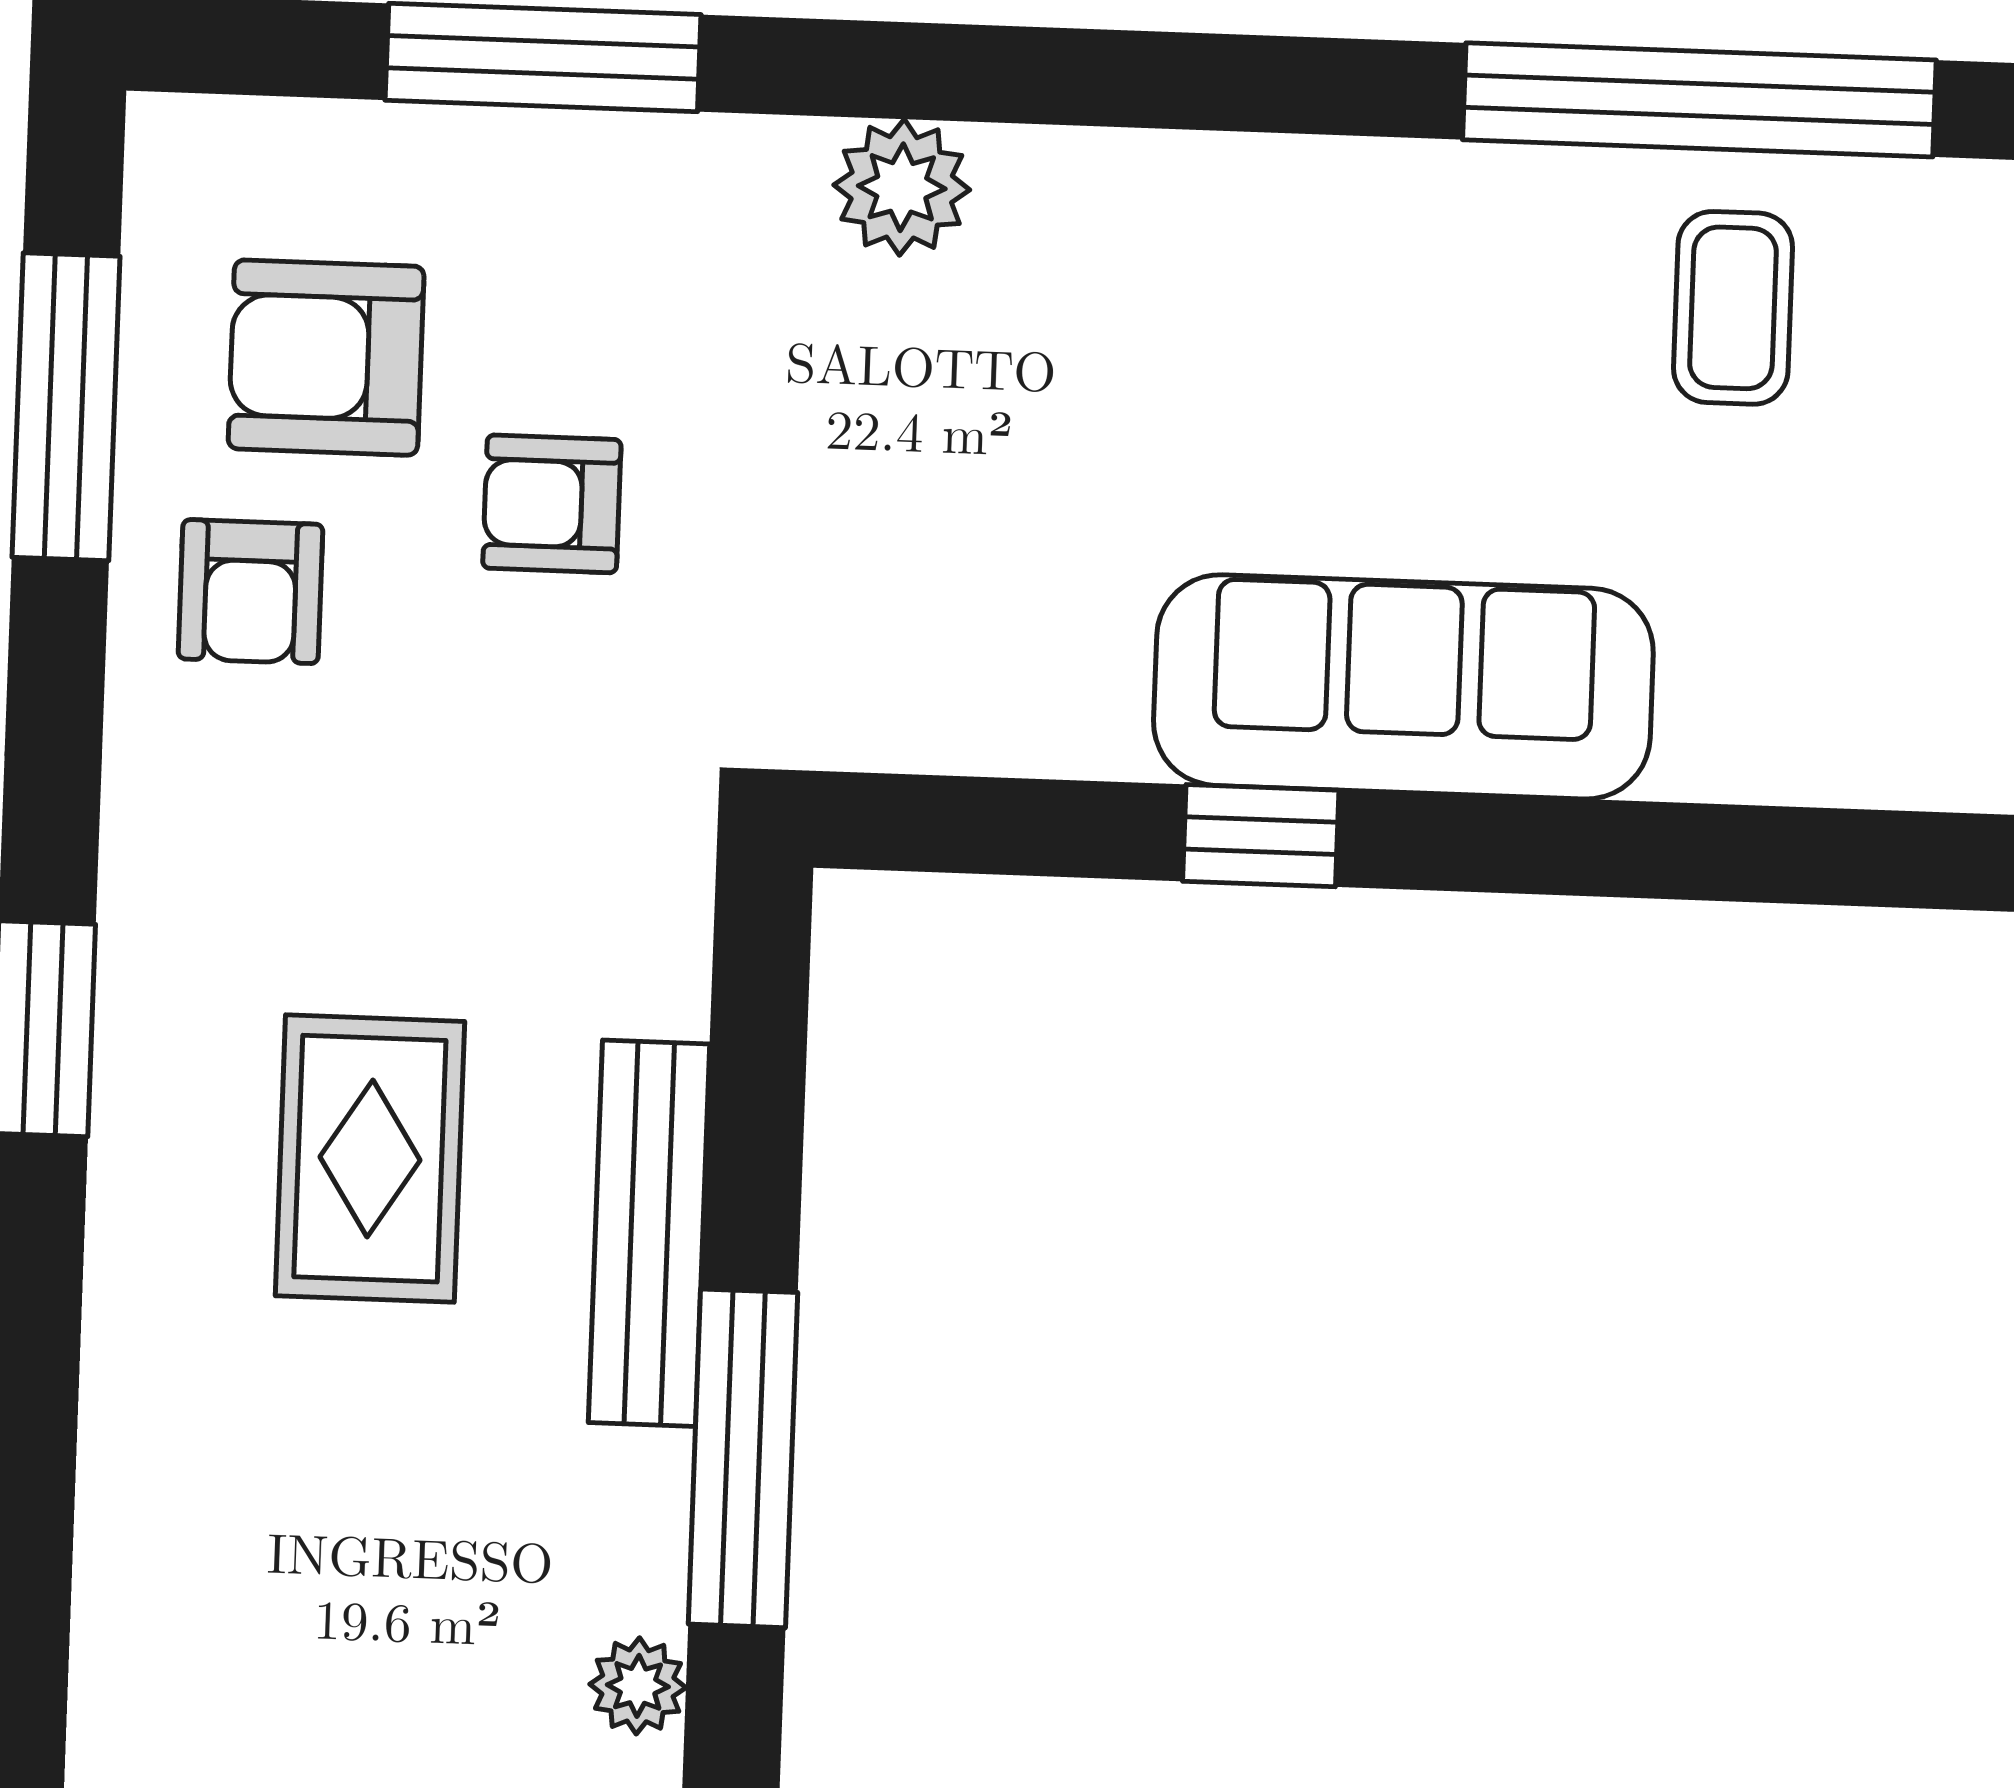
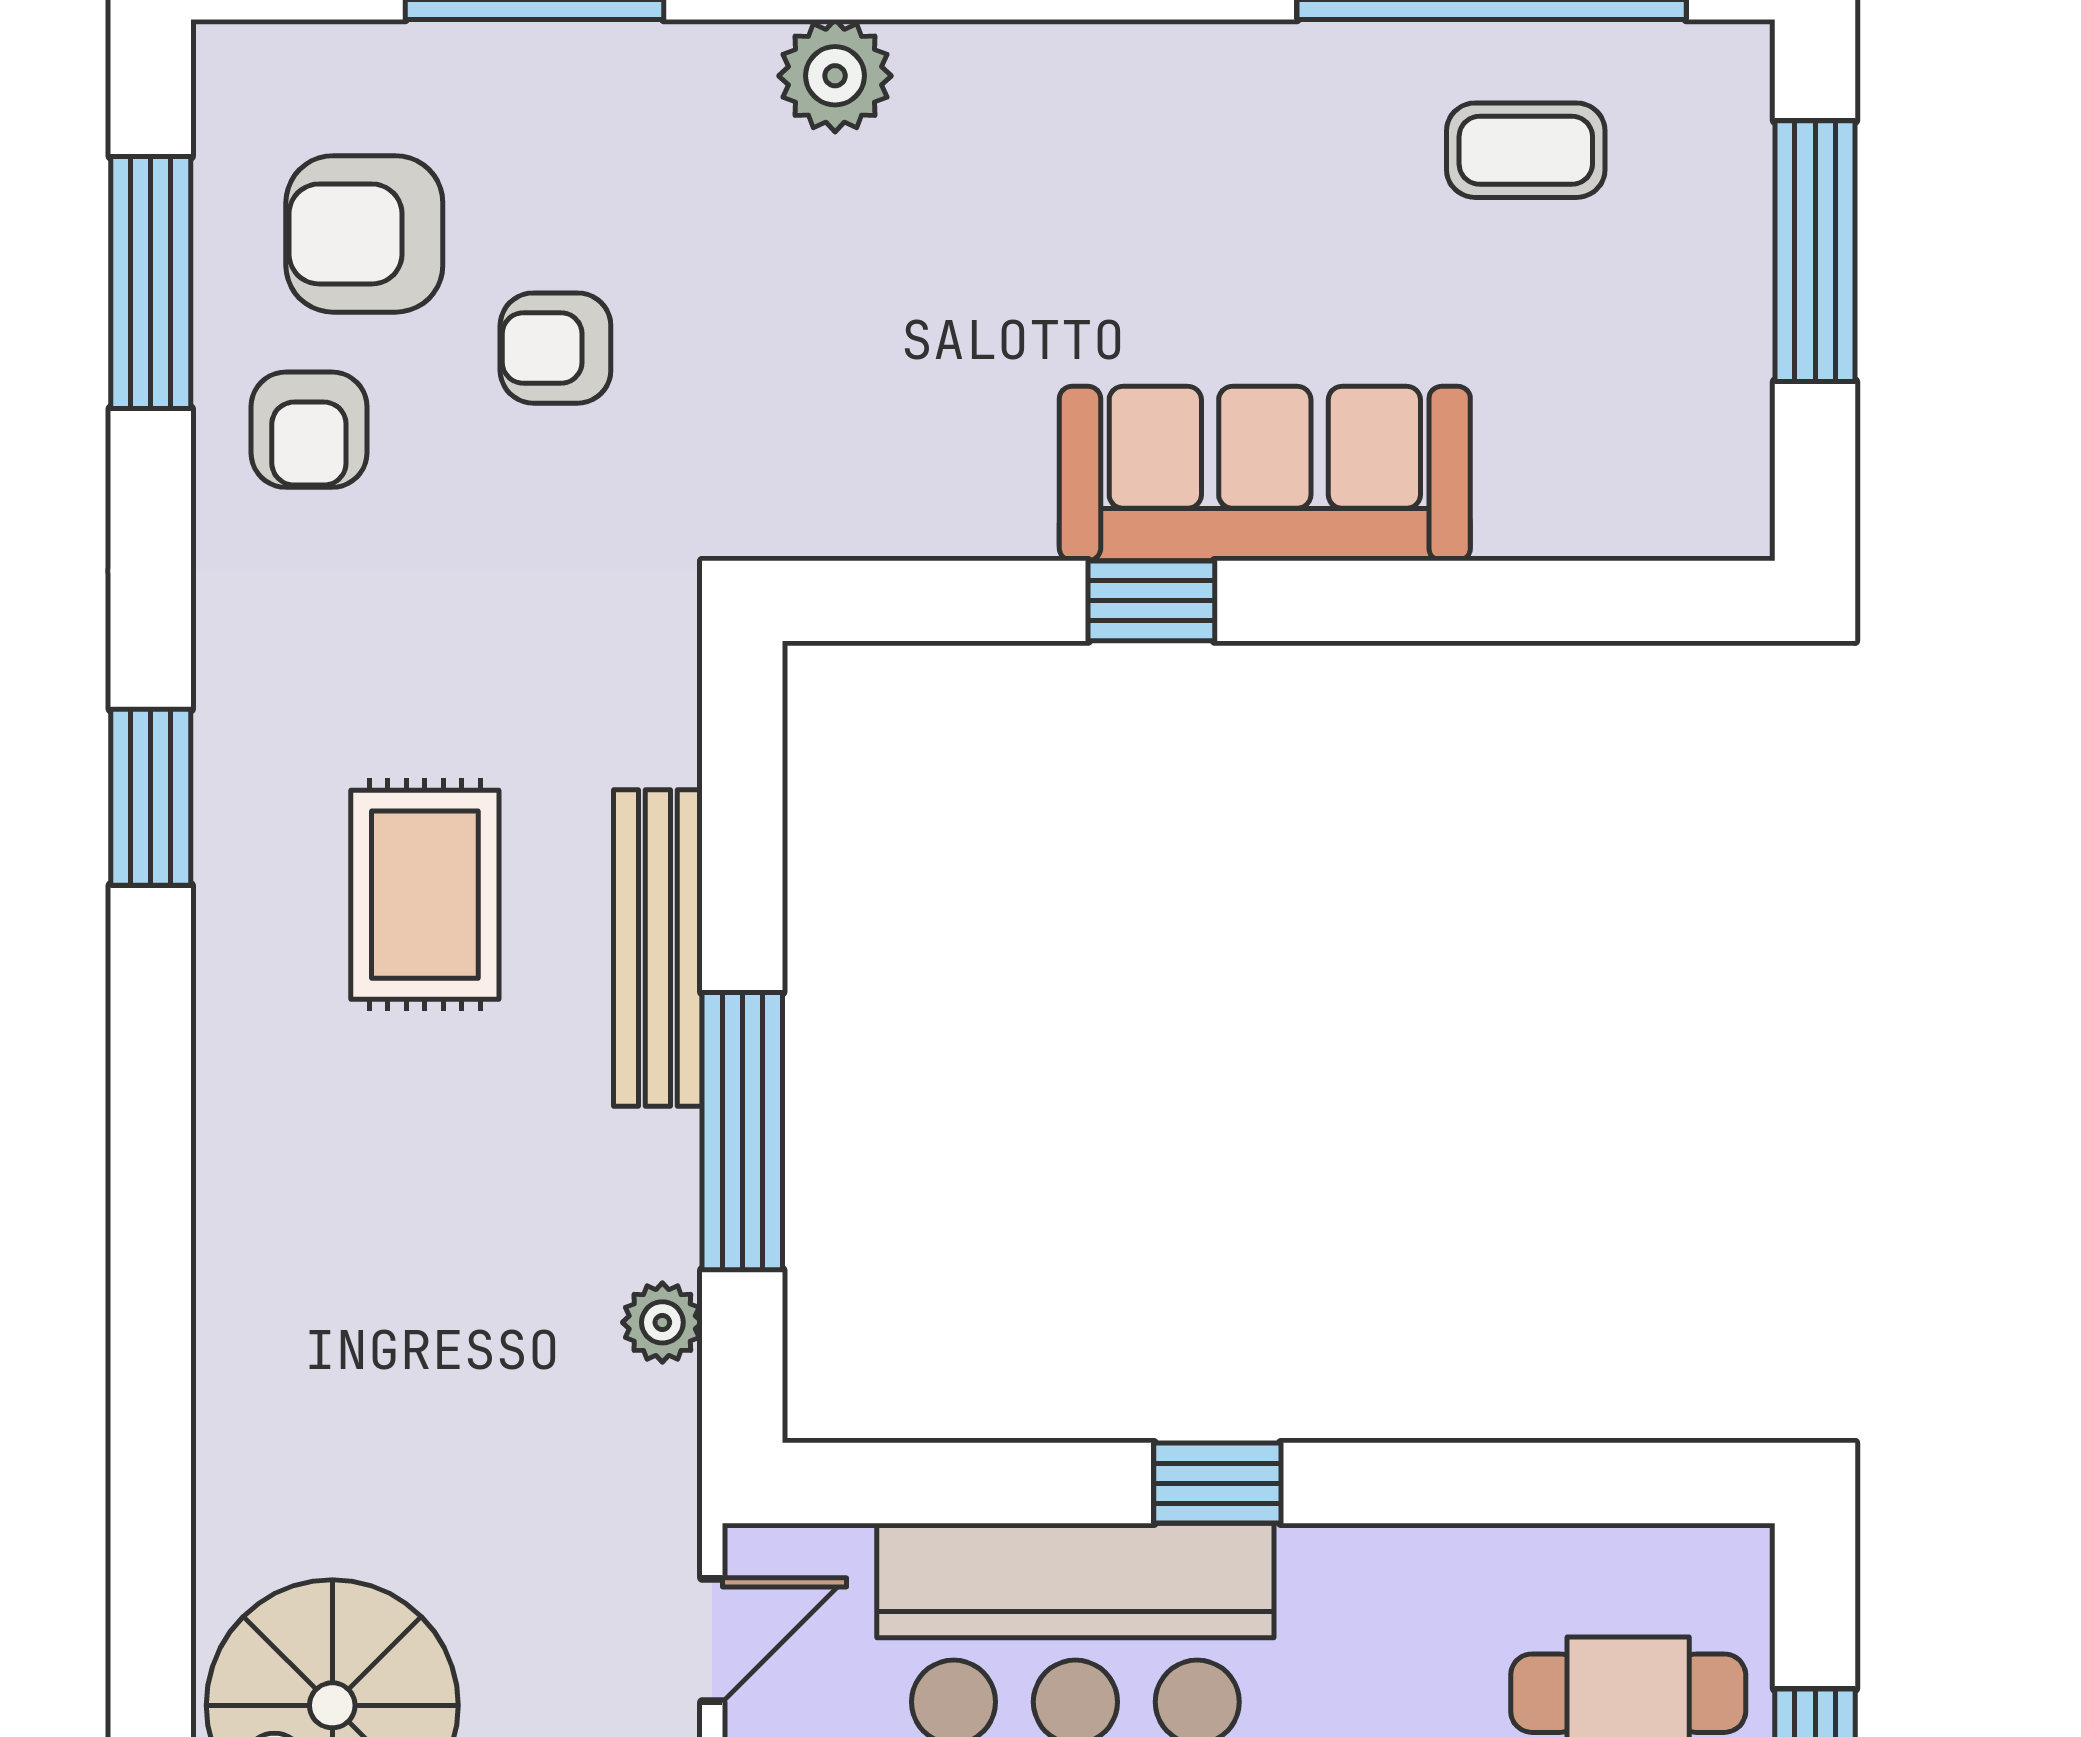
coffee table: (1733, 308) -> (1526, 150), turned 90

